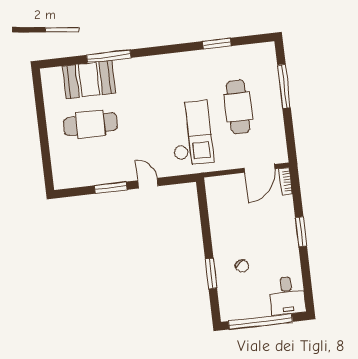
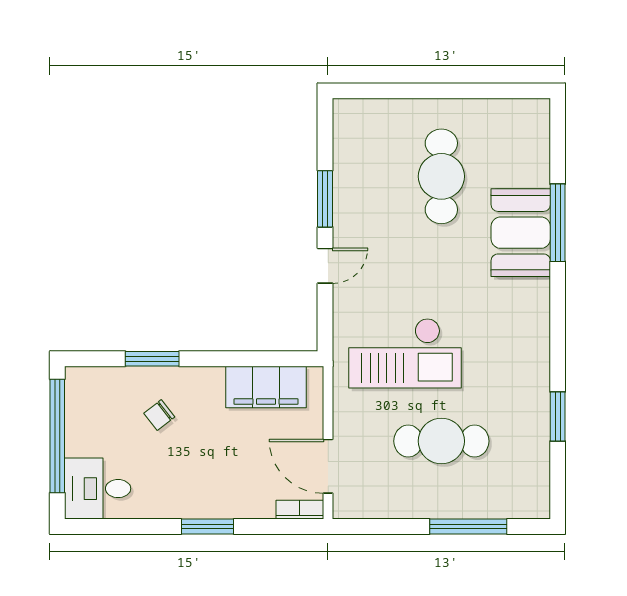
booth: (89, 80) -> (521, 233), moved
filing cabinet: (219, 208) -> (266, 387), added

